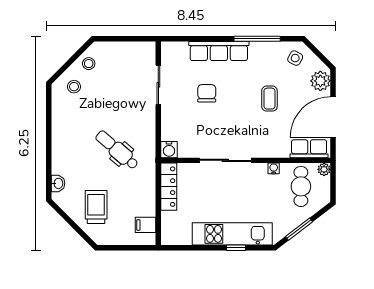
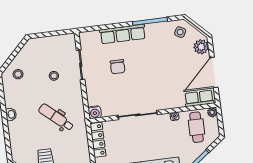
stool: (89, 64) -> (54, 76), moved
chair: (207, 93) -> (118, 67), turned 180
coffee table: (269, 99) -> (165, 65), removed
washbasin: (58, 183) -> (11, 114), moved

